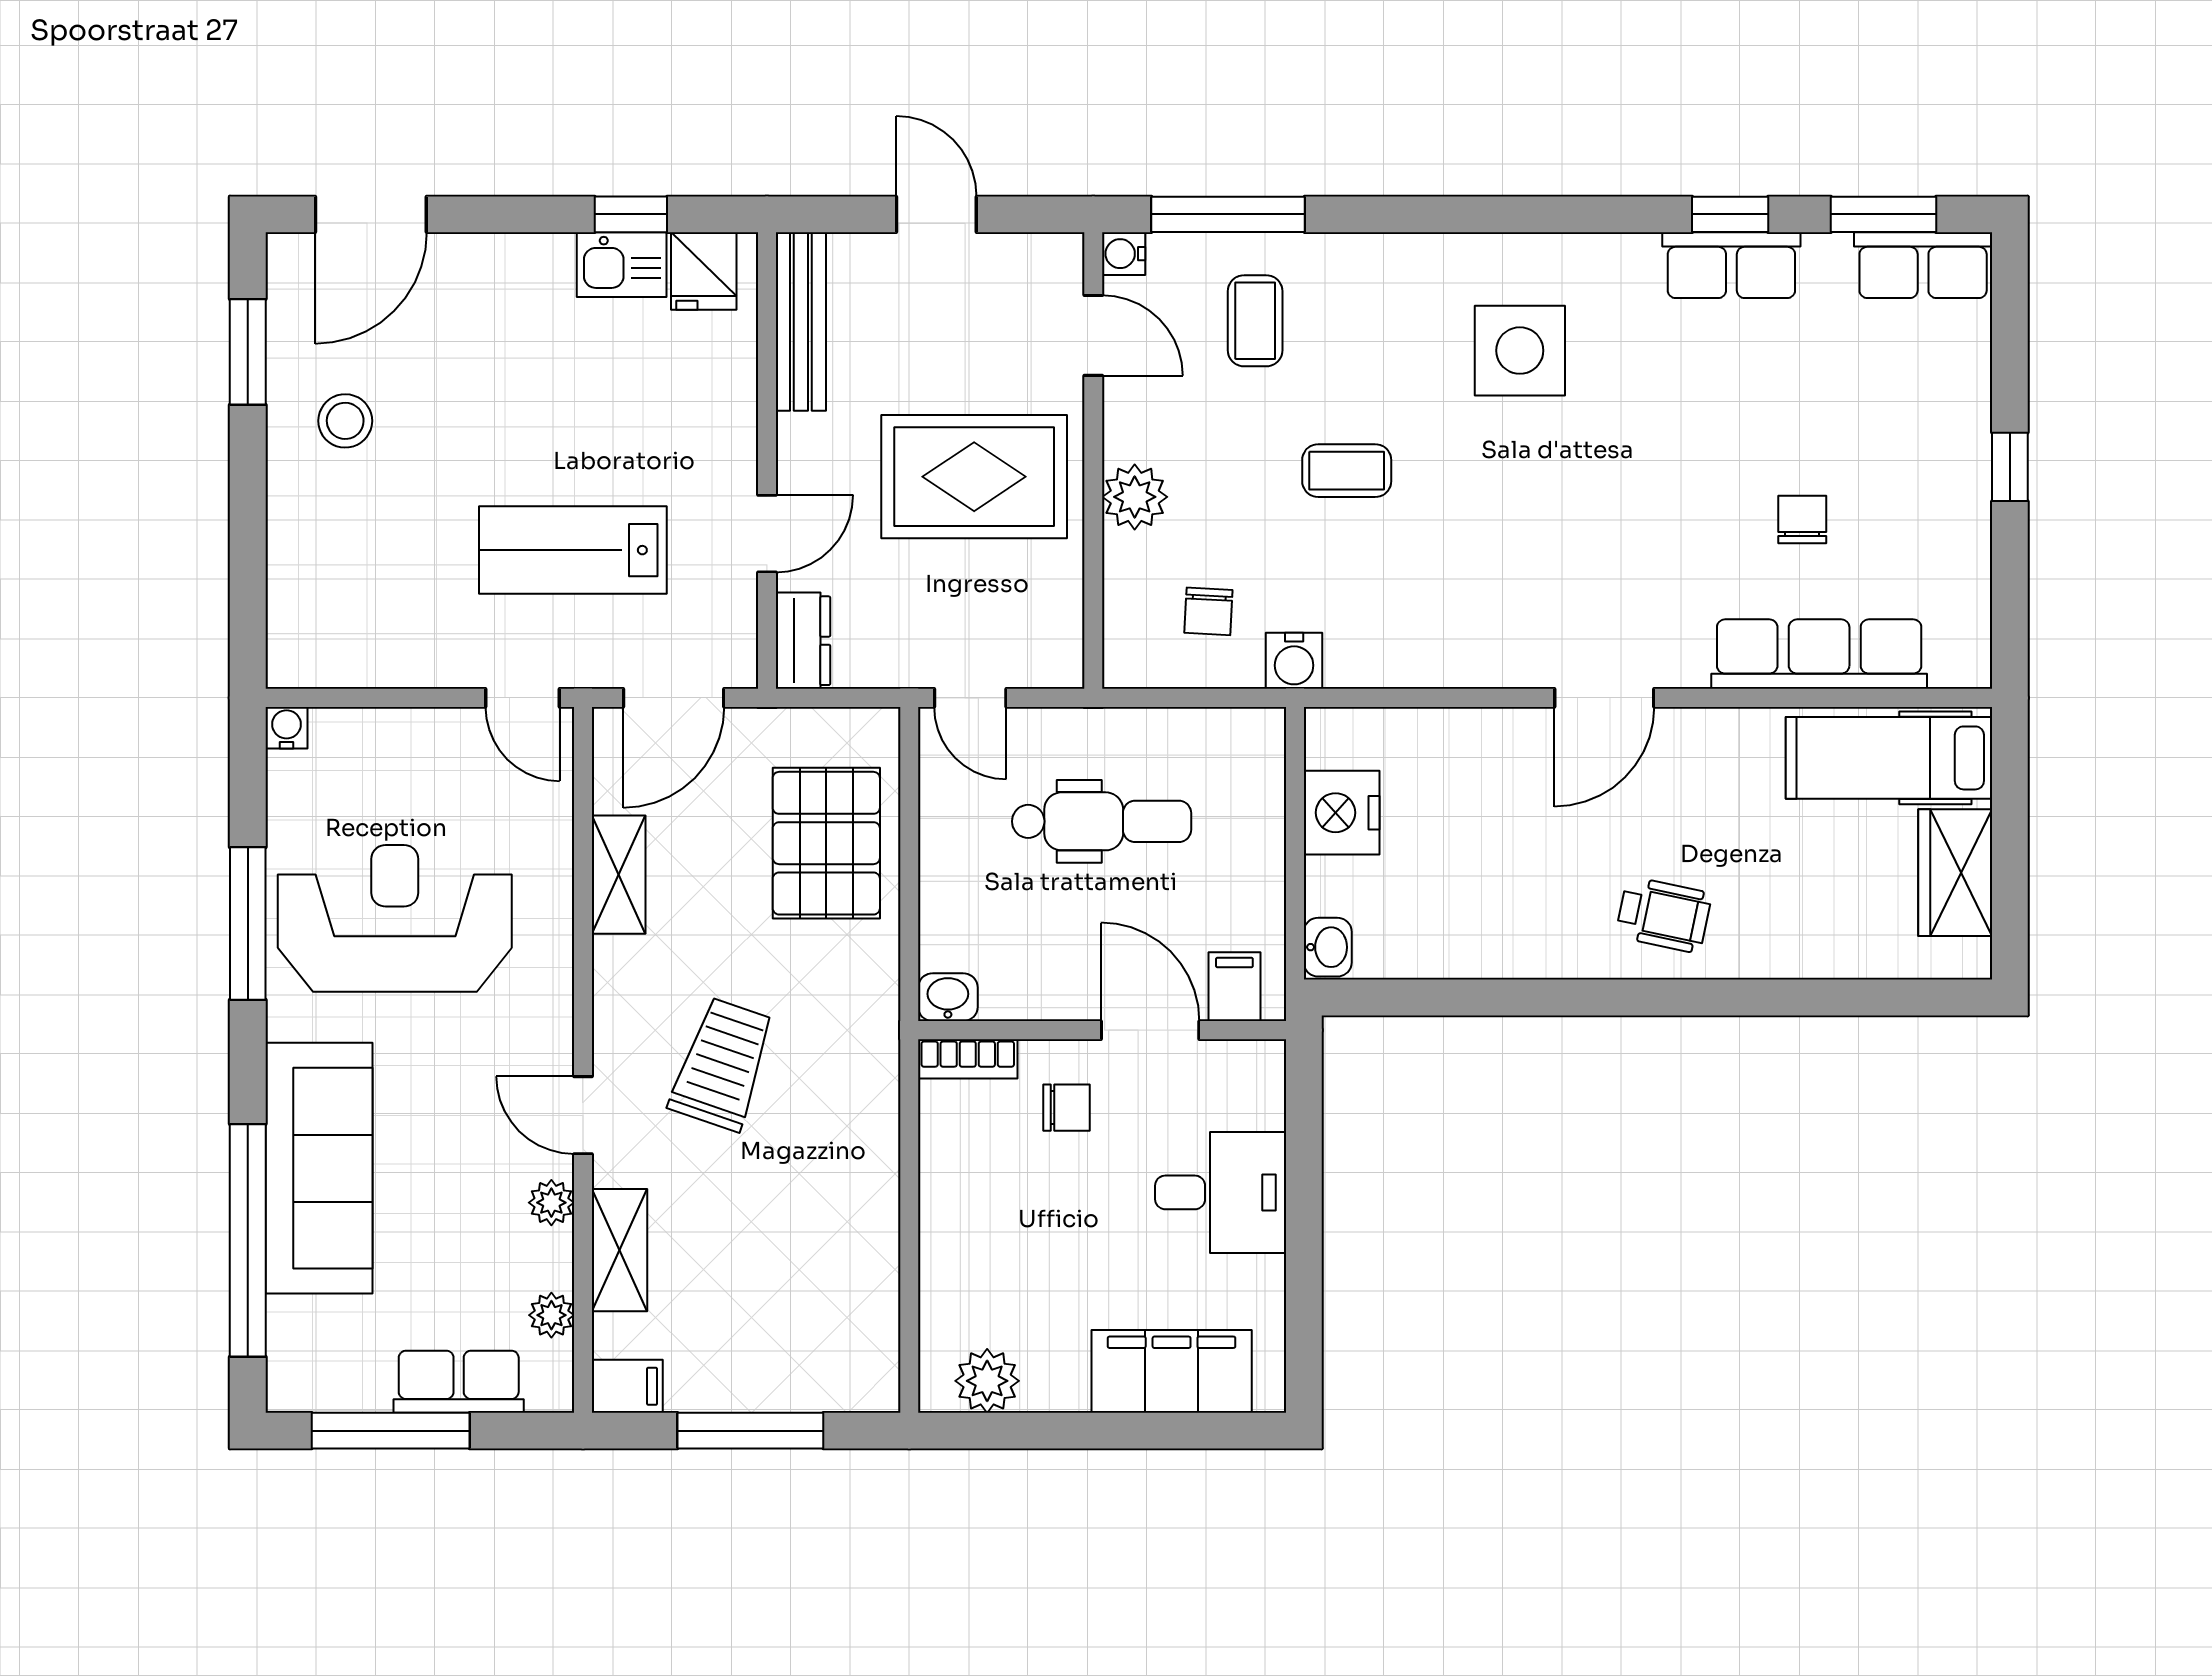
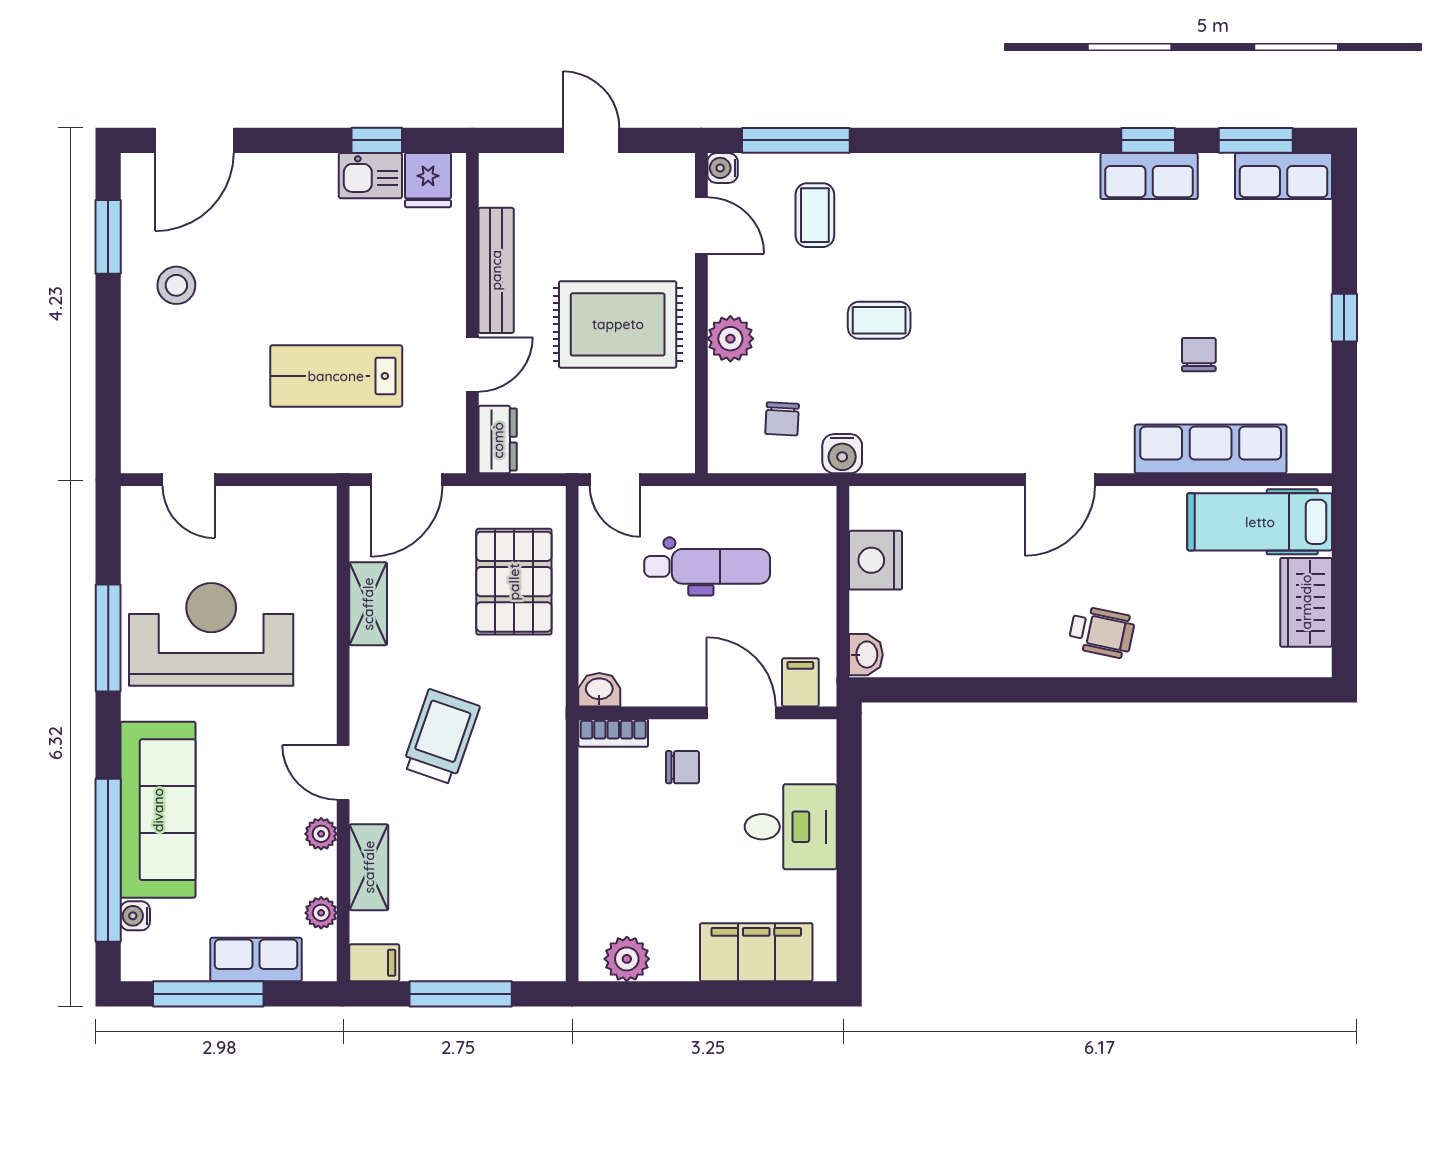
bench: (801, 322) -> (496, 270), moved
side table: (1520, 351) -> (1001, 236), removed
door: (523, 698) -> (189, 480), moved
water cooler: (286, 728) -> (135, 916), moved, turned -90

